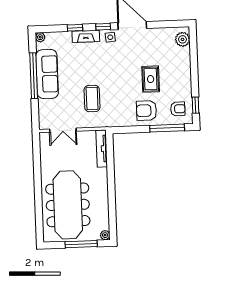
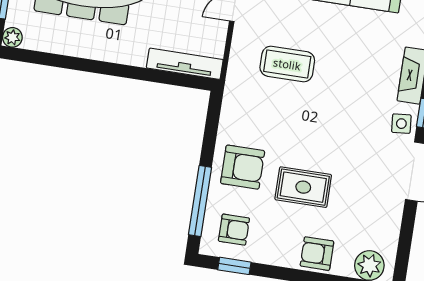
armchair: (182, 66) -> (317, 254), added
armchair: (178, 109) -> (234, 230), turned -90
armchair: (147, 111) -> (243, 167), turned 90

